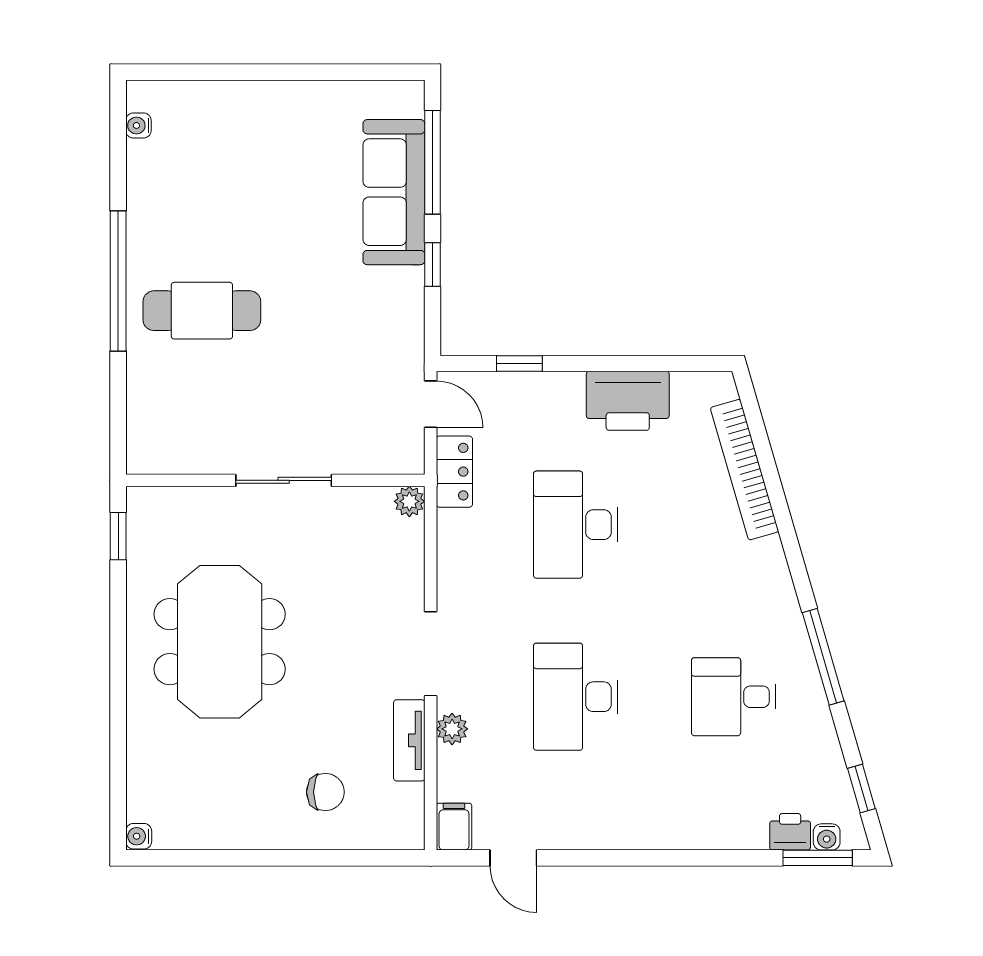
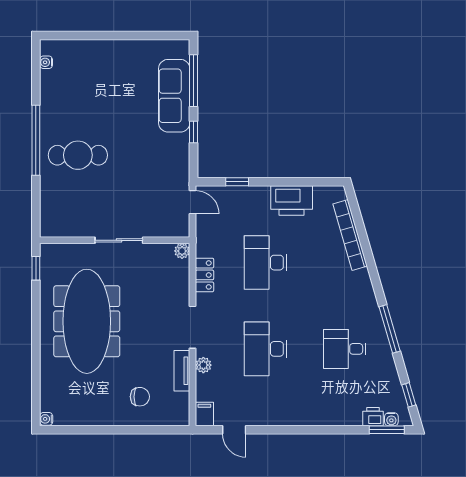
locker: (454, 472) -> (205, 275), moved
meeting table: (220, 642) -> (87, 321), width x1.36

